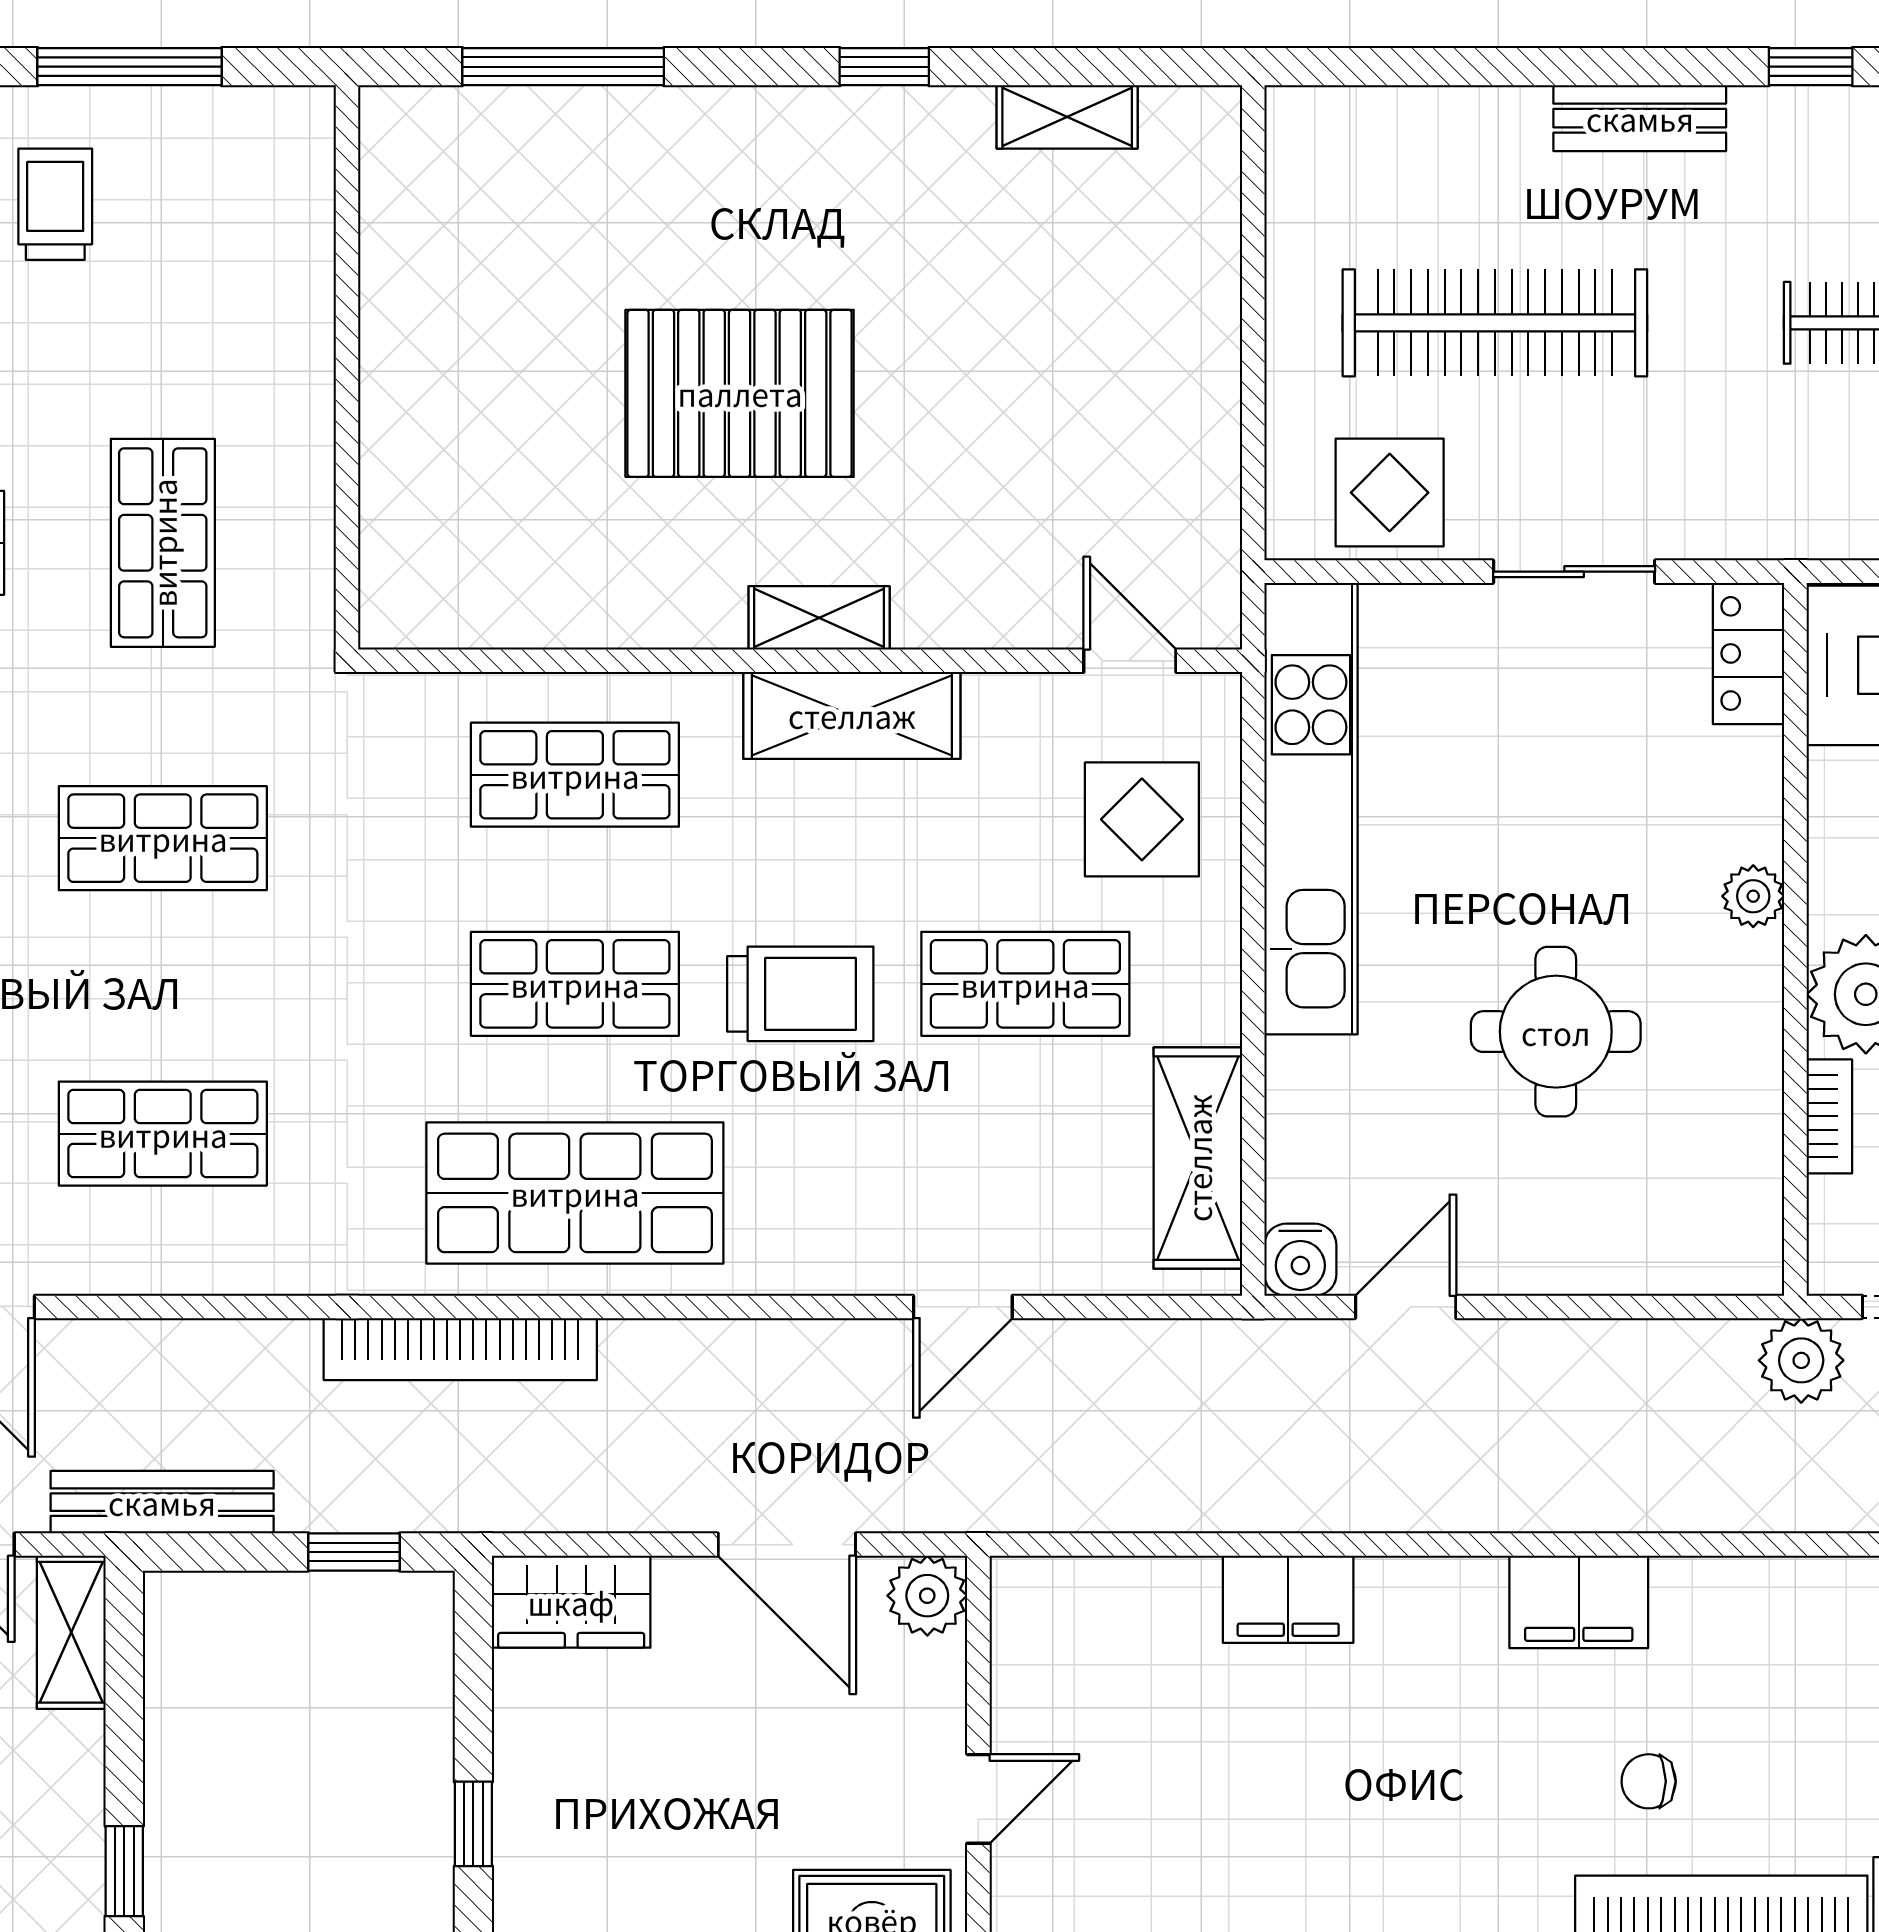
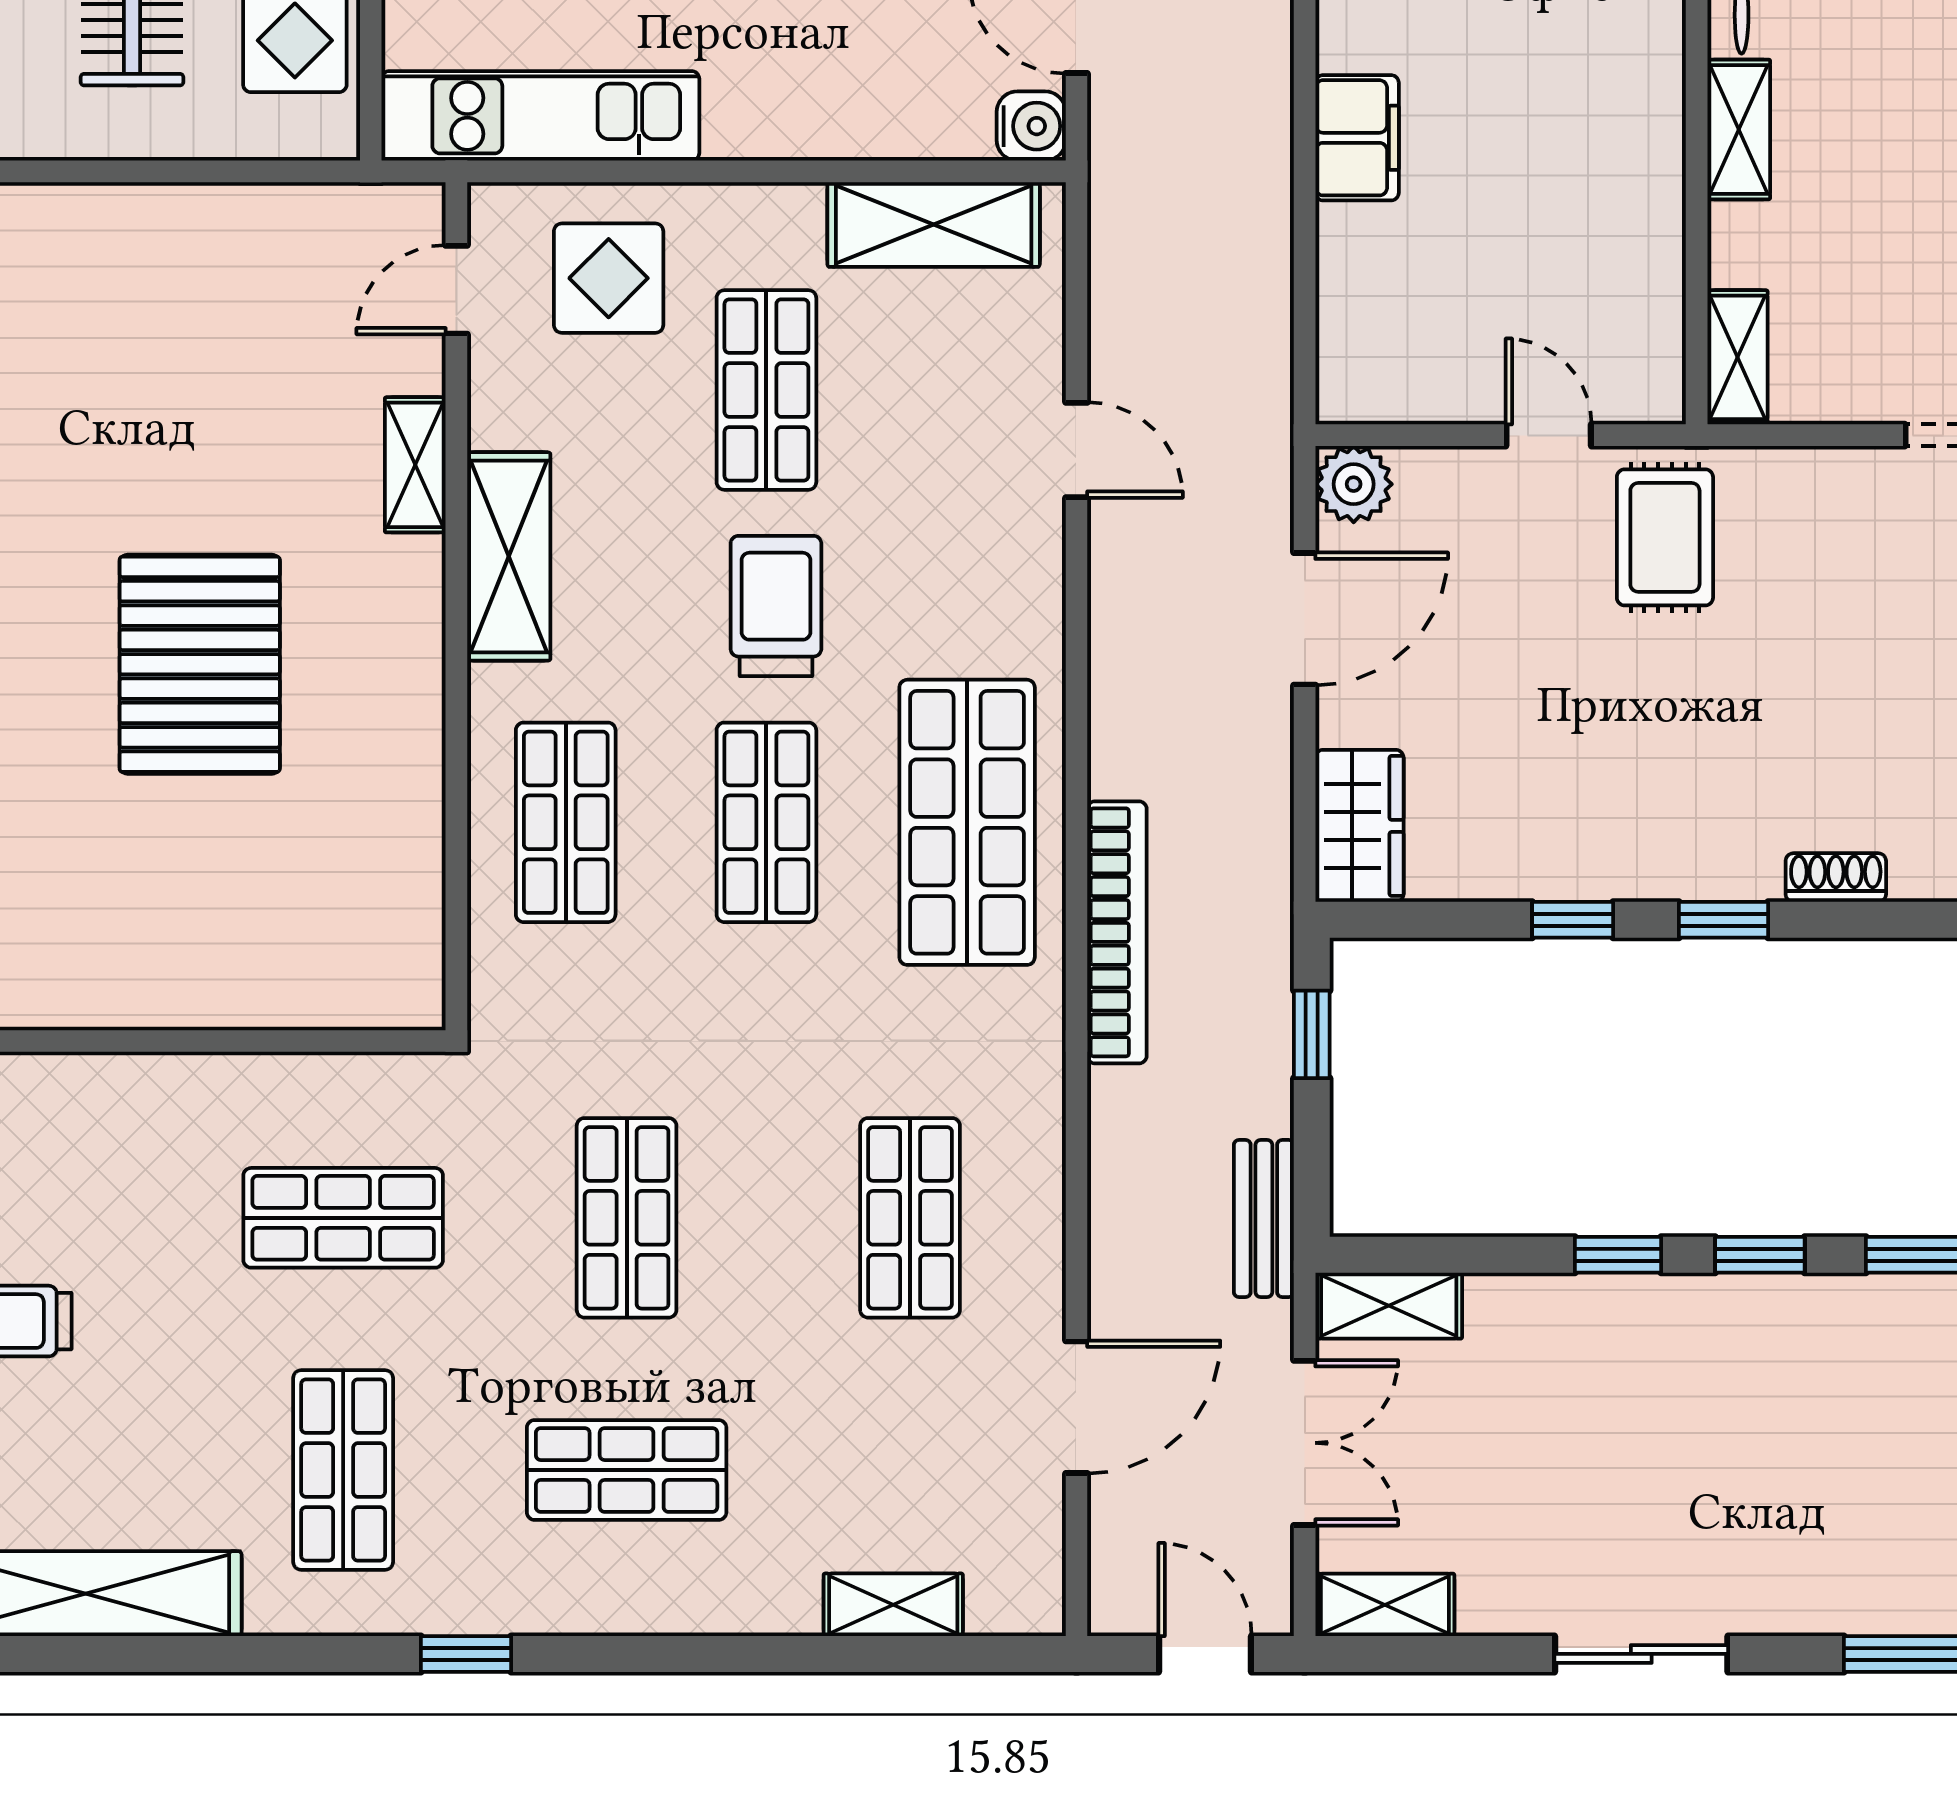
shelving: (819, 618) -> (415, 465), moved
kitchen unit: (1311, 809) -> (540, 116), width x0.73
bench: (162, 1502) -> (1264, 1218), width x0.73

